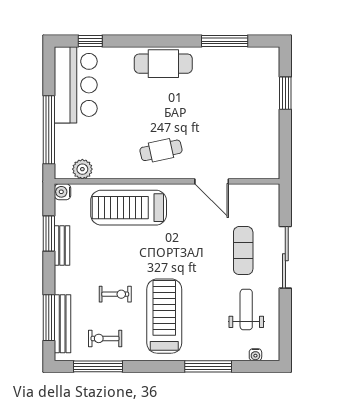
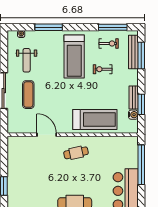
plant: (82, 169) -> (122, 142), removed
water cooler: (63, 192) -> (133, 115), moved

